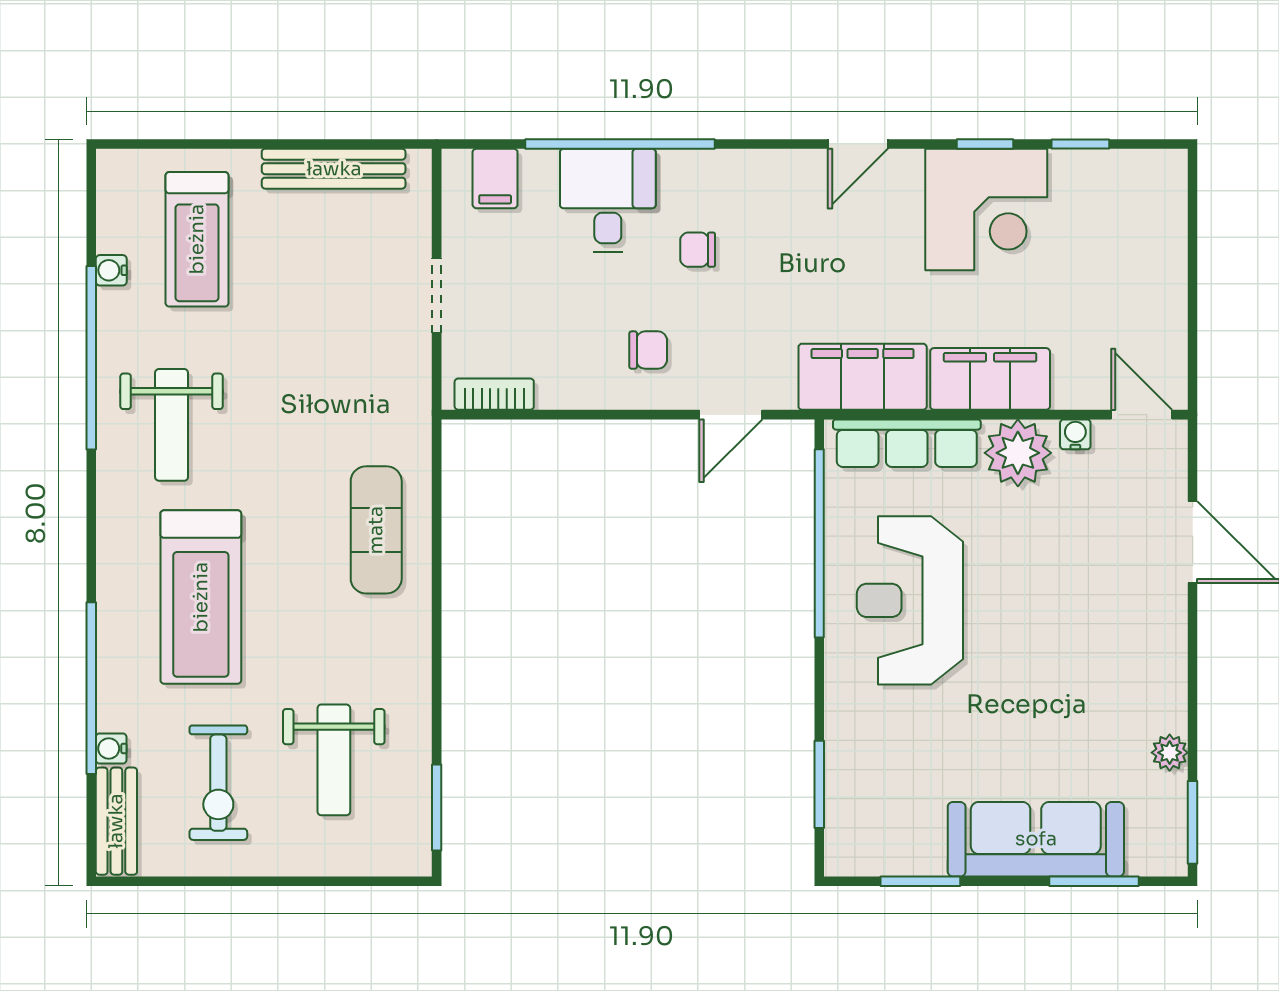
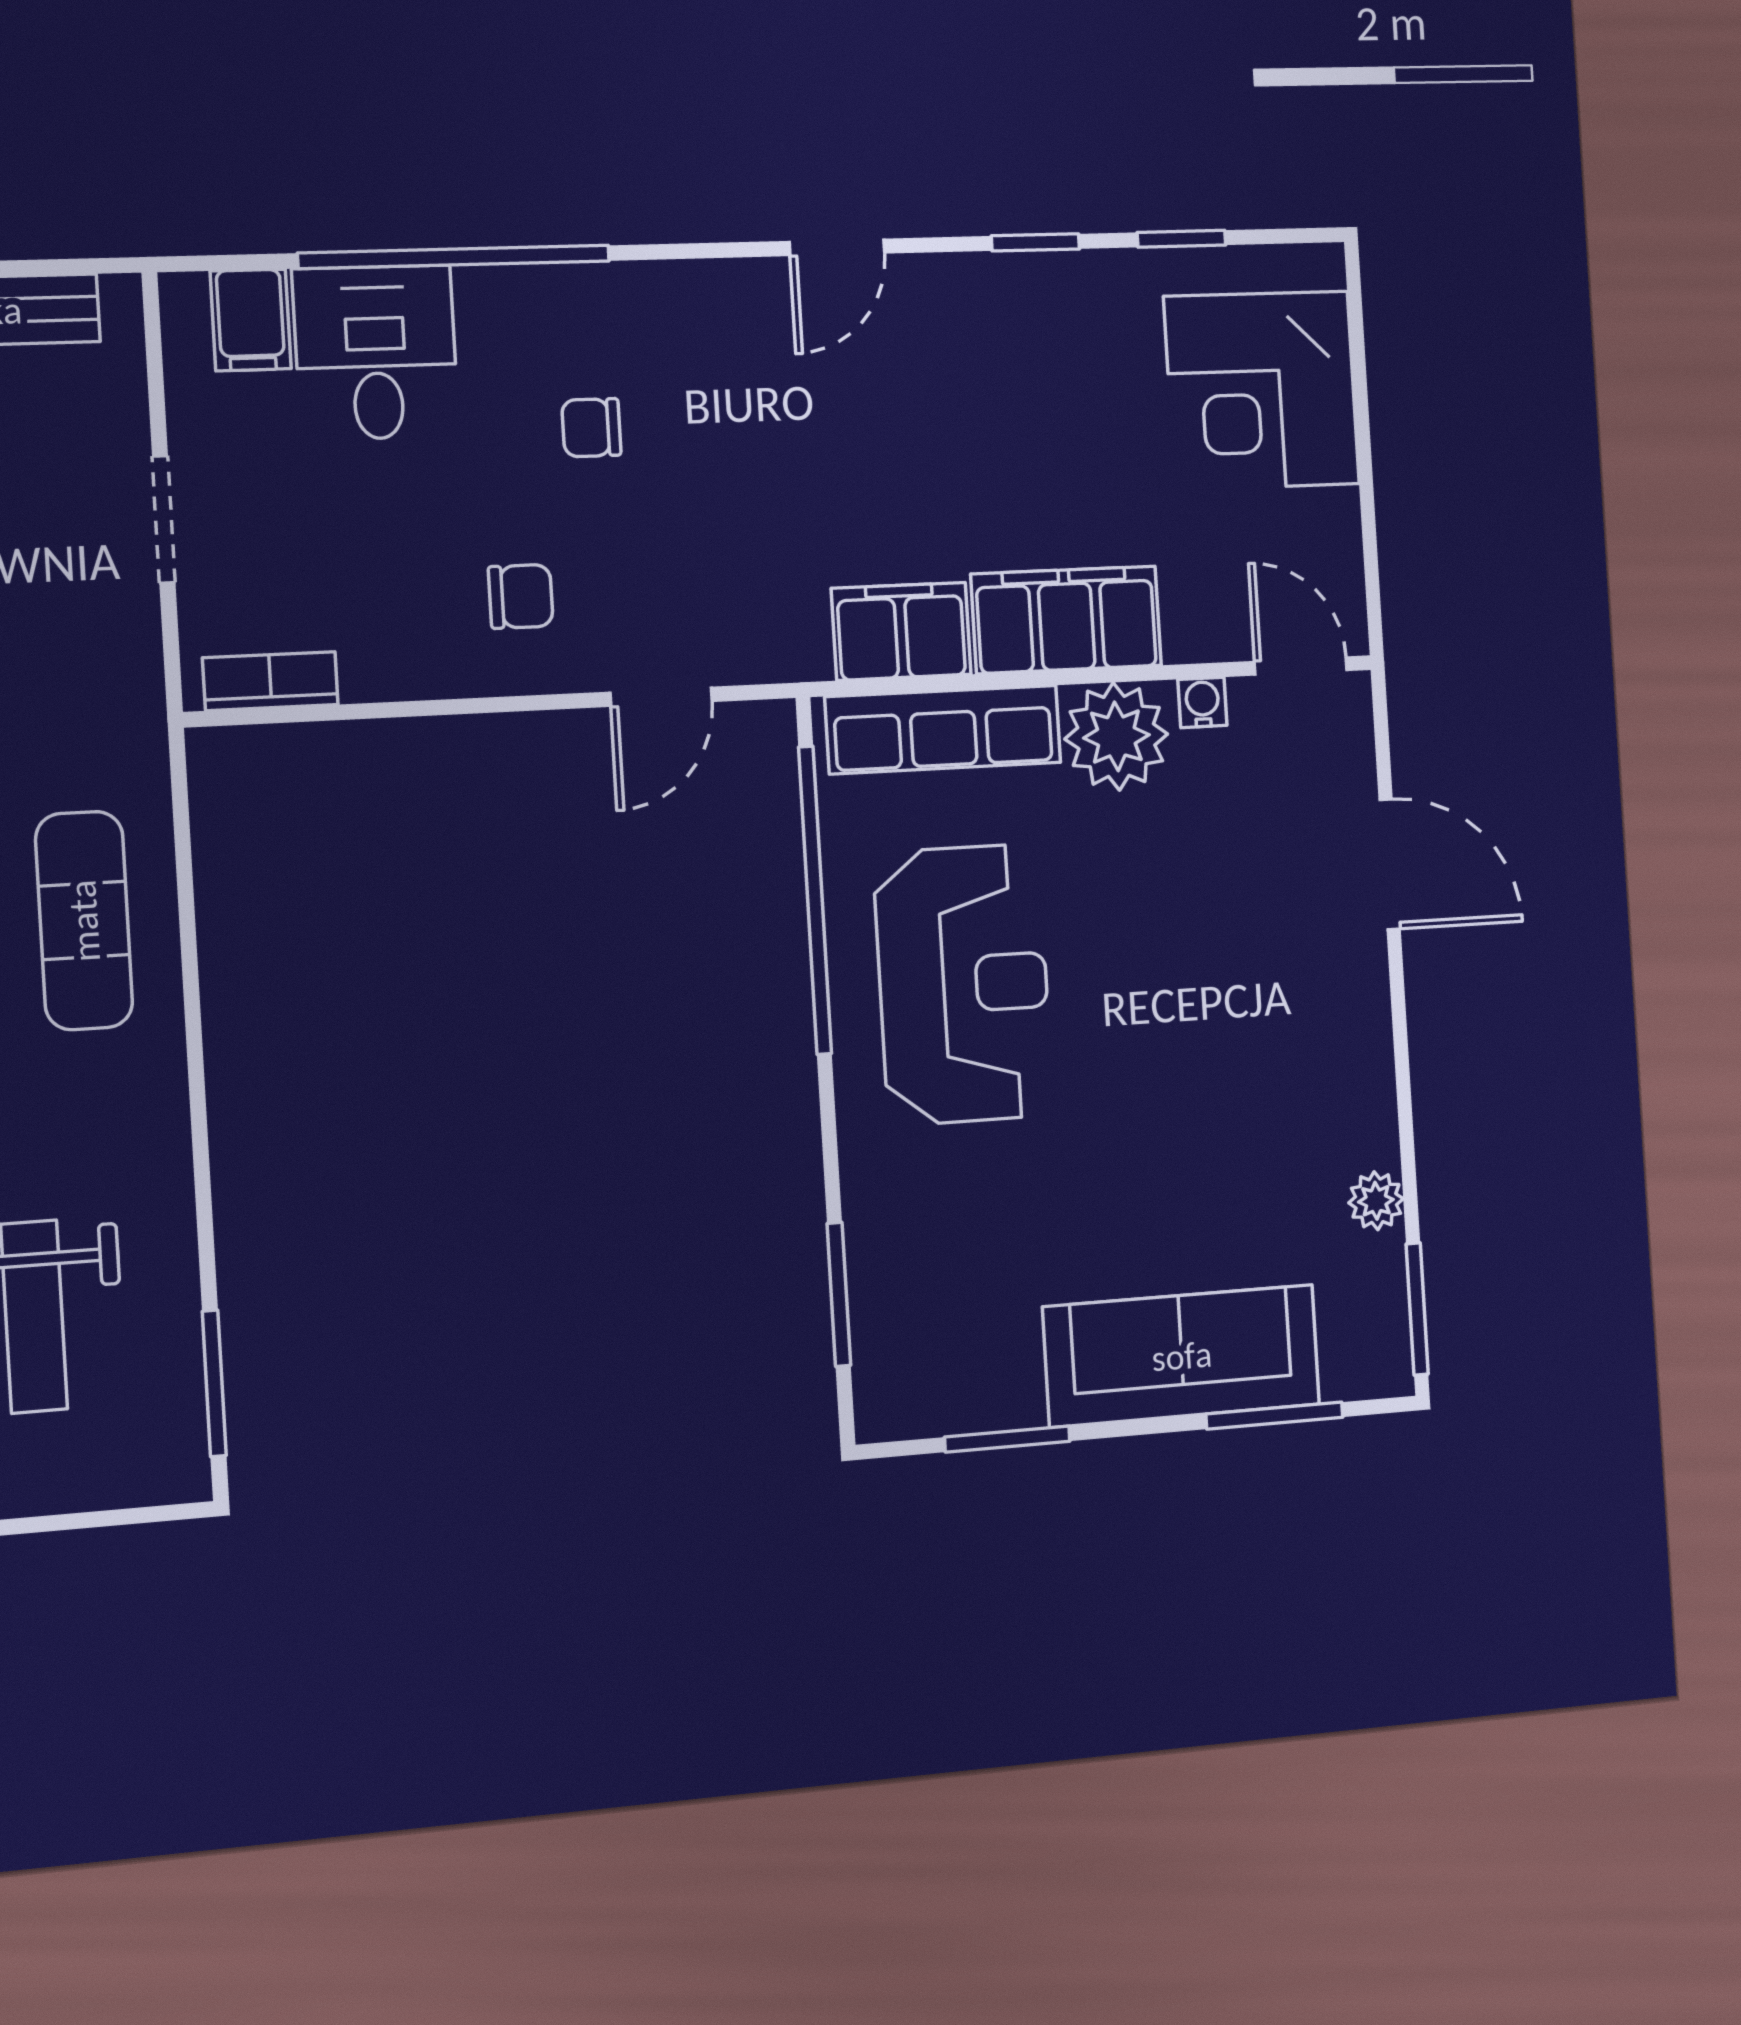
desk: (608, 200) -> (376, 353), moved
corner desk: (986, 209) -> (1262, 390), moved, turned 90
filing cabinet: (863, 377) -> (901, 631), width x0.67, depth x0.86
reception desk: (910, 600) -> (964, 984), turned 180

